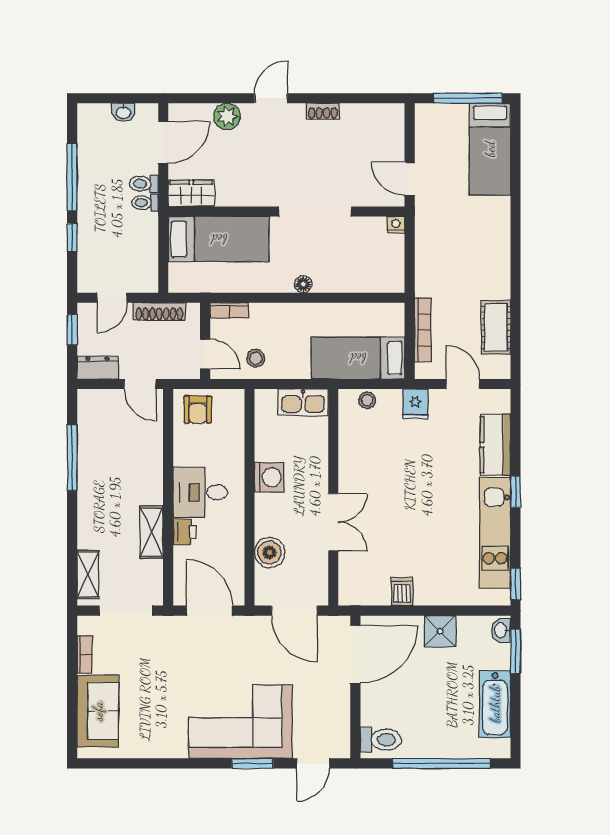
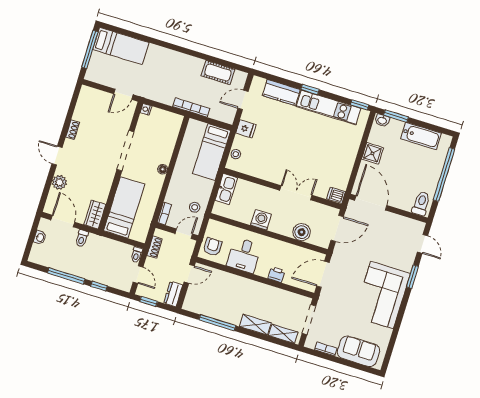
toilet: (145, 203) -> (136, 255), moved
shoe rack: (159, 312) -> (155, 247), width x0.70
bookcase: (423, 330) -> (191, 108), moved
armchair: (198, 410) -> (213, 247), turned -90
desk: (200, 492) -> (244, 255), moved
shelving: (152, 532) -> (255, 325), moved
dishwasher: (402, 592) -> (336, 195), moved
corner sofa: (240, 722) -> (382, 295), moved

